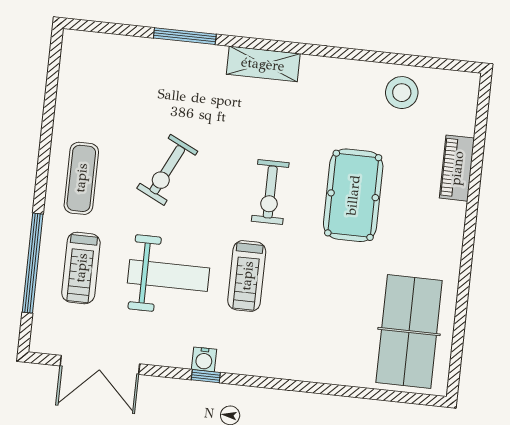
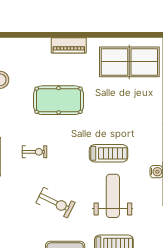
piano: (457, 168) -> (69, 45), moved
exercise bike: (270, 192) -> (34, 152), moved, width x0.73, depth x0.72

